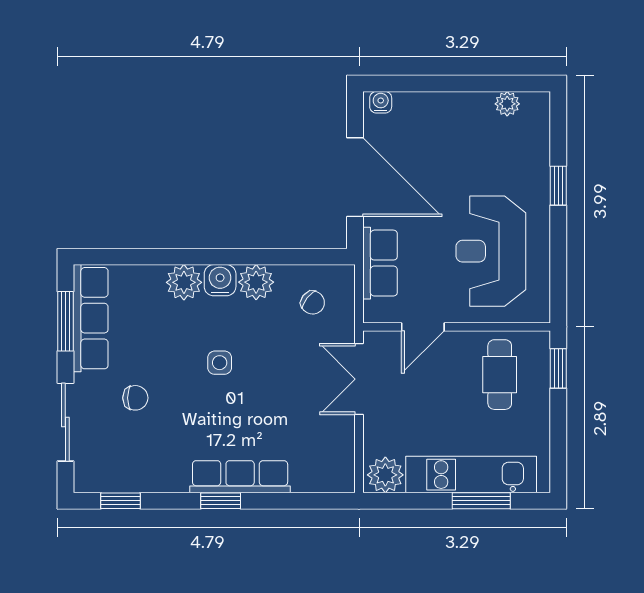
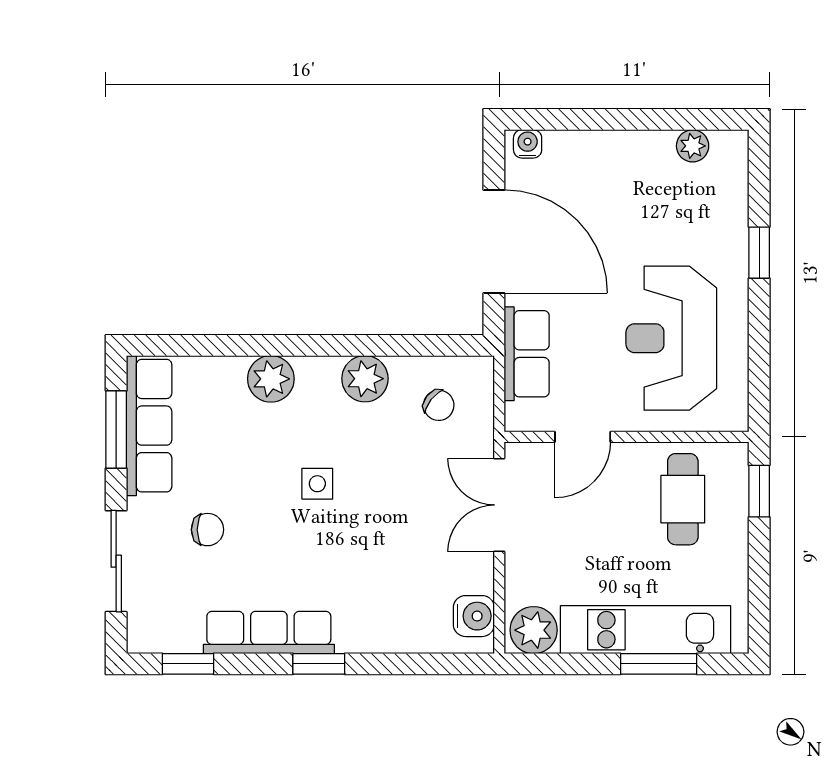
water cooler: (220, 280) -> (474, 616), moved, turned 90
row of seats: (240, 477) -> (269, 633), moved

